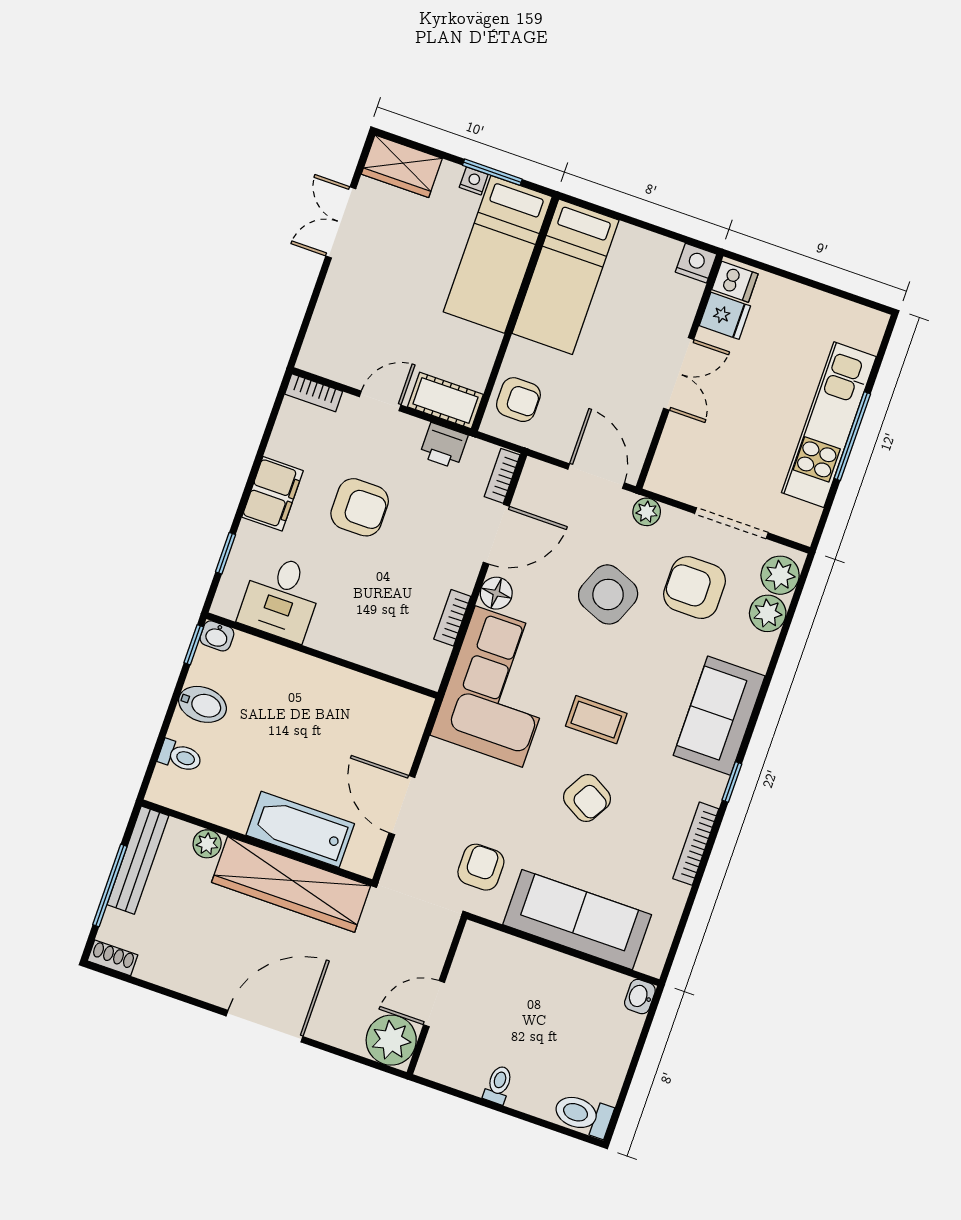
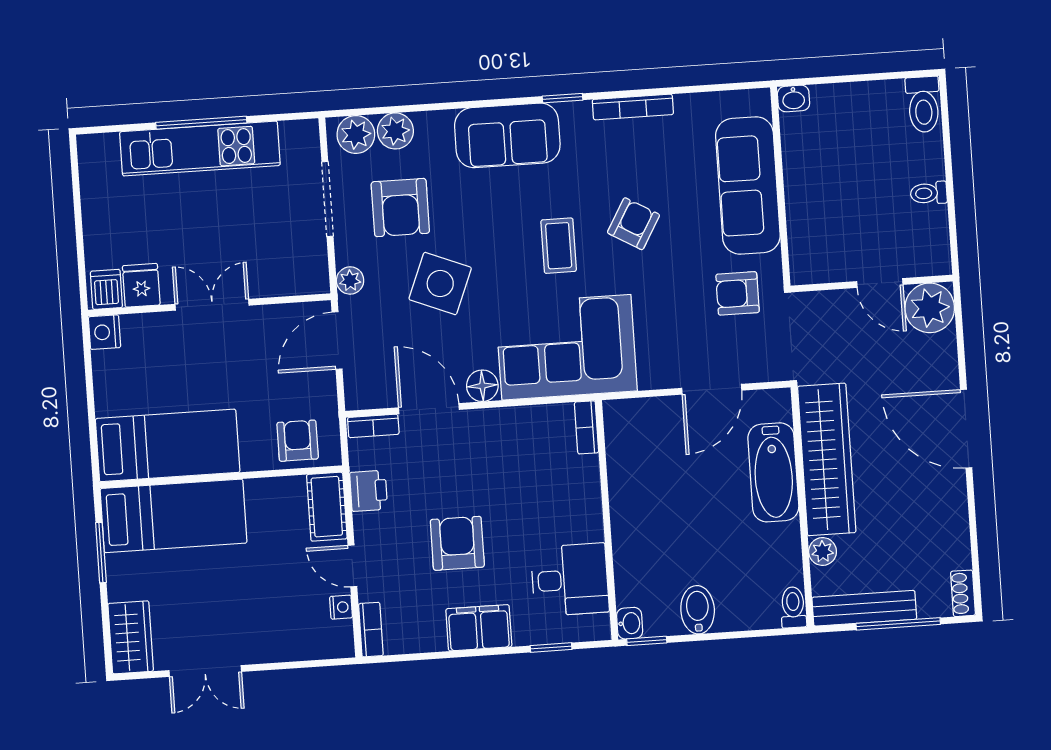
nightstand: (474, 181) -> (341, 607), moved, turned 180
bookcase: (452, 618) -> (587, 427), moved, turned 90
toilet: (180, 756) -> (793, 607), moved

